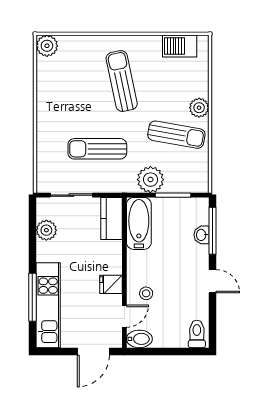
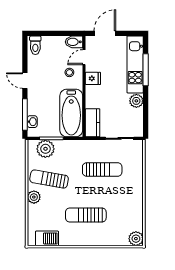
sun lounger: (122, 81) -> (86, 215), turned 102
plant: (150, 180) -> (45, 149), moved
bathtub: (139, 223) -> (71, 113), width x1.36, depth x1.36
plant: (46, 230) -> (136, 101), moved
washbasin: (202, 235) -> (32, 122), moved

